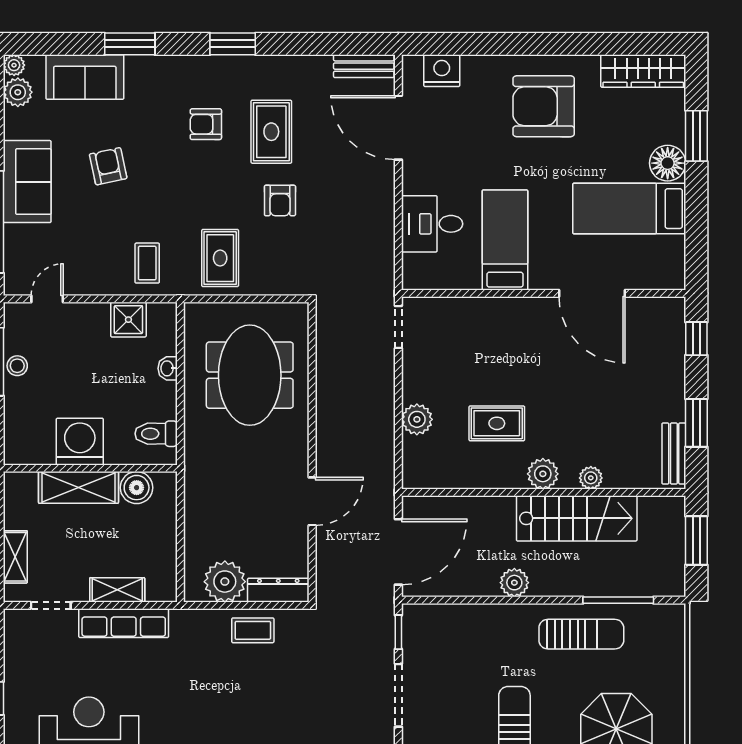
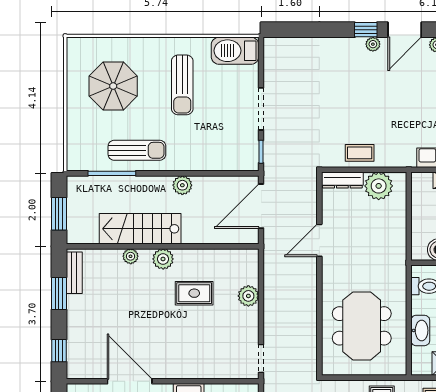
washbasin: (168, 368) -> (420, 330), width x1.91, depth x1.45
sun lounger: (581, 634) -> (137, 150), turned 180

